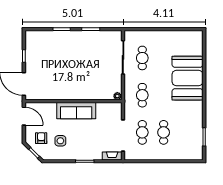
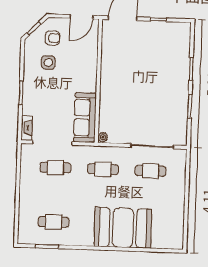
sofa: (76, 111) -> (85, 118), moved
cafe table: (164, 132) -> (54, 222), moved

